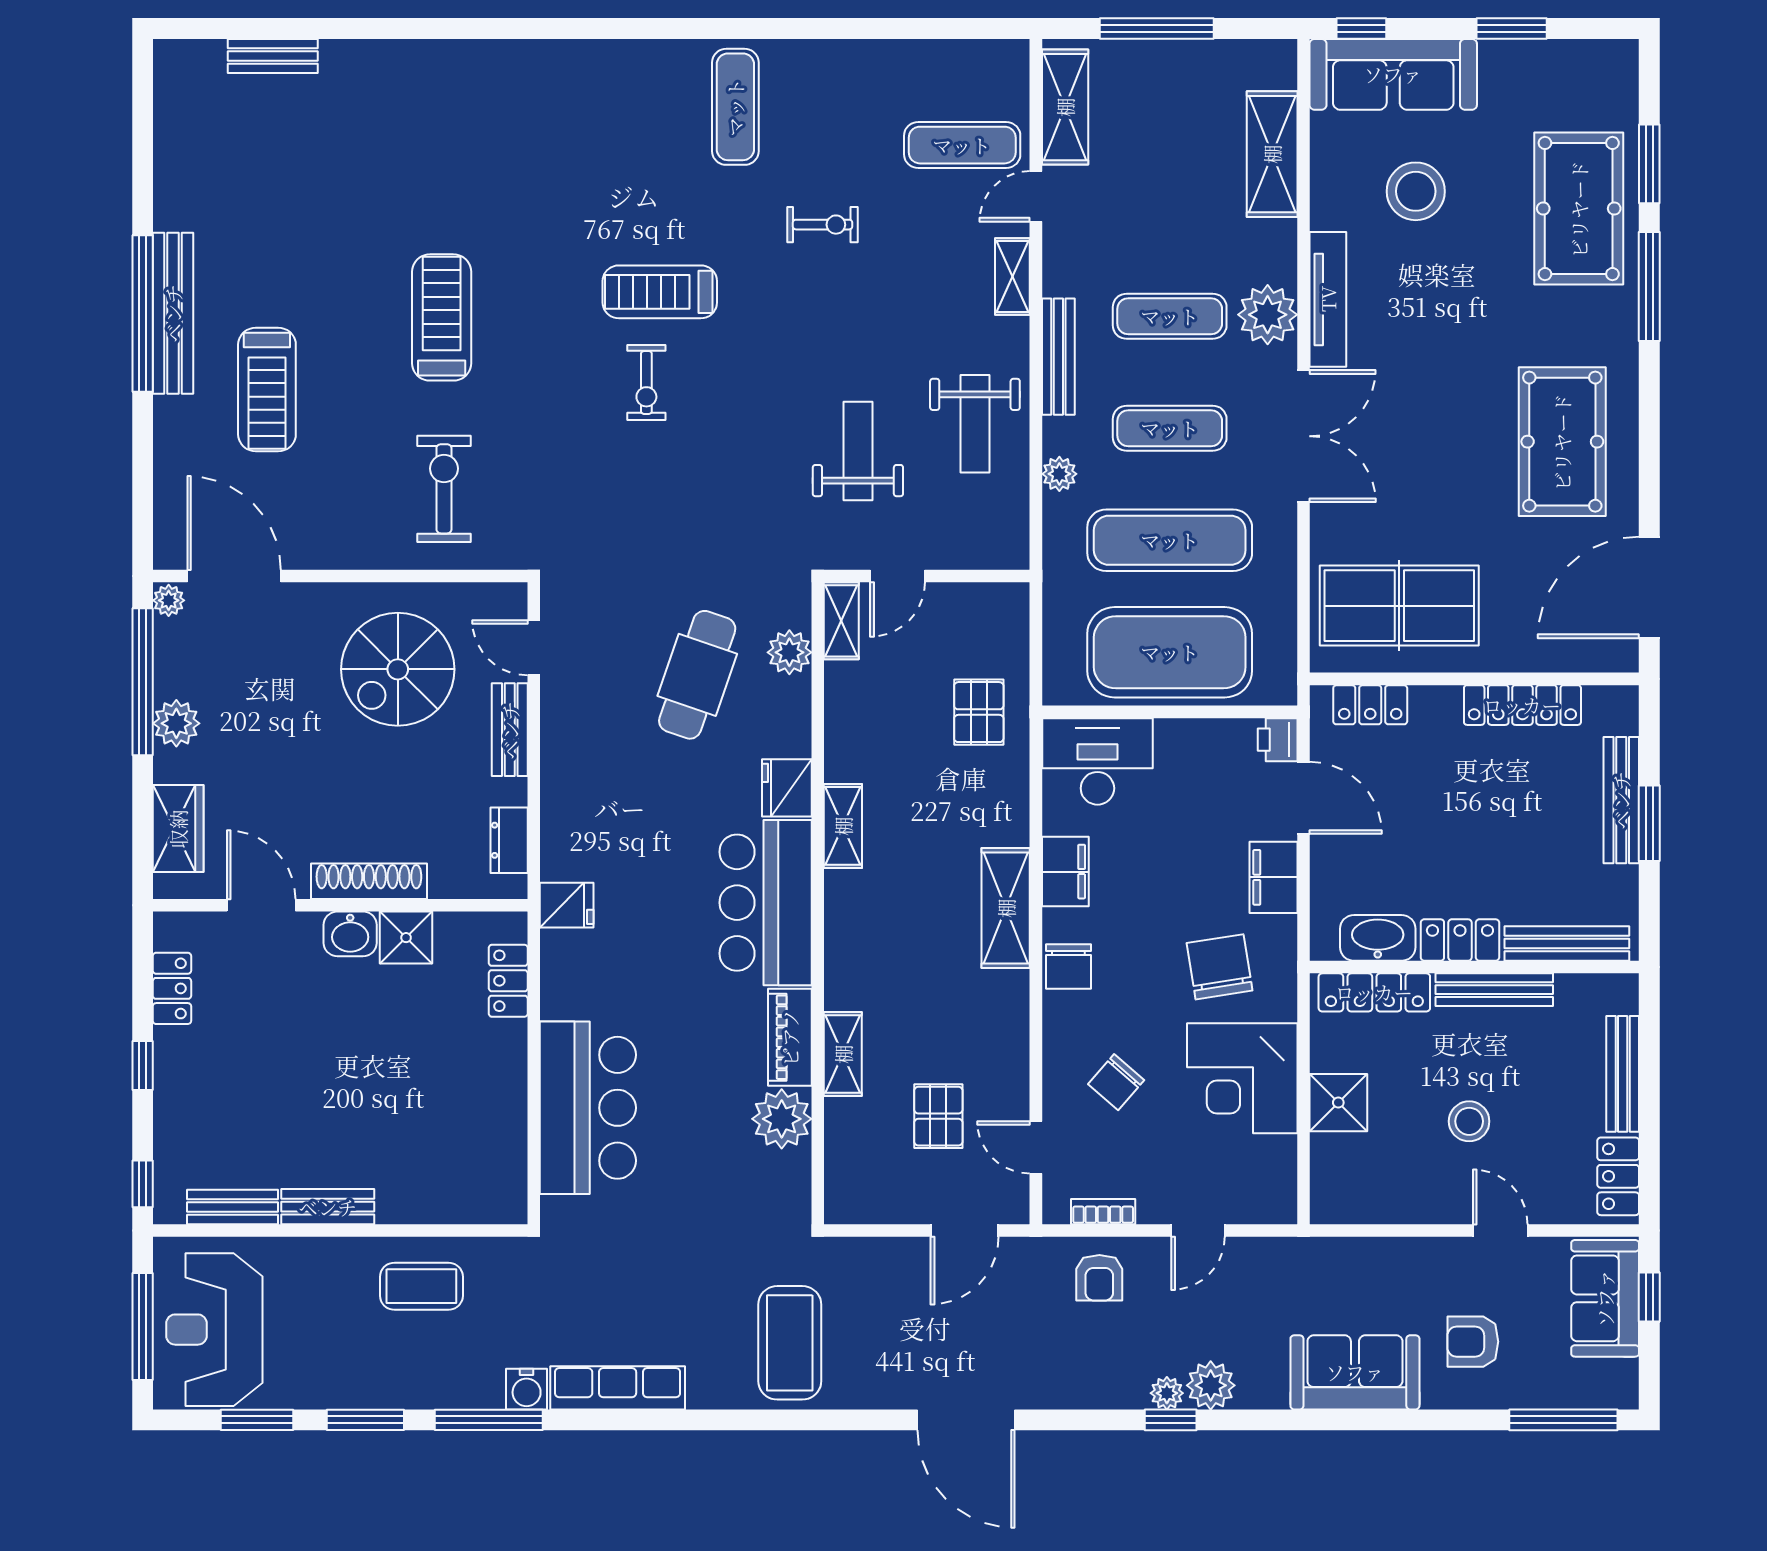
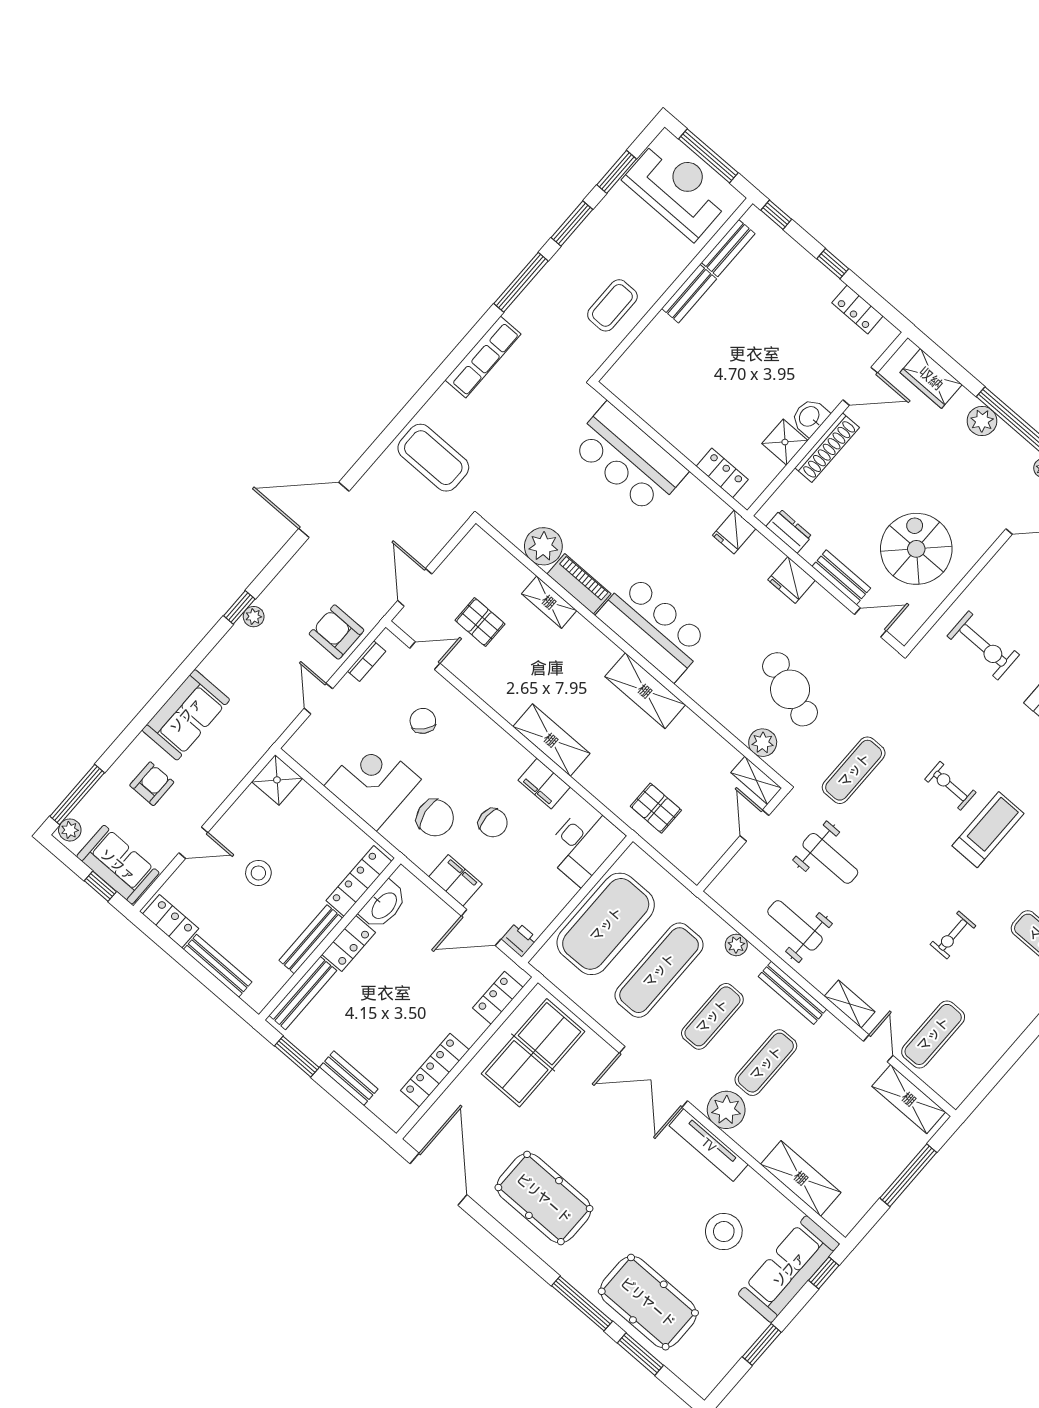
exercise mat: (728, 515) -> (854, 770), added
fridge: (787, 788) -> (792, 580), moved, turned 180
bench: (1621, 800) -> (349, 1078), width x0.73
window: (1649, 823) -> (297, 1057), moved
shelving: (843, 826) -> (645, 691), width x1.50, depth x1.33
chair: (1068, 966) -> (493, 823), moved, turned 180
shower: (1338, 1103) -> (277, 780), moved
armchair: (1099, 1278) -> (337, 632), width x1.38, depth x1.38
plant: (1211, 1385) -> (70, 830), moved, width x0.73, depth x0.73
water cooler: (527, 1389) -> (520, 313), removed

